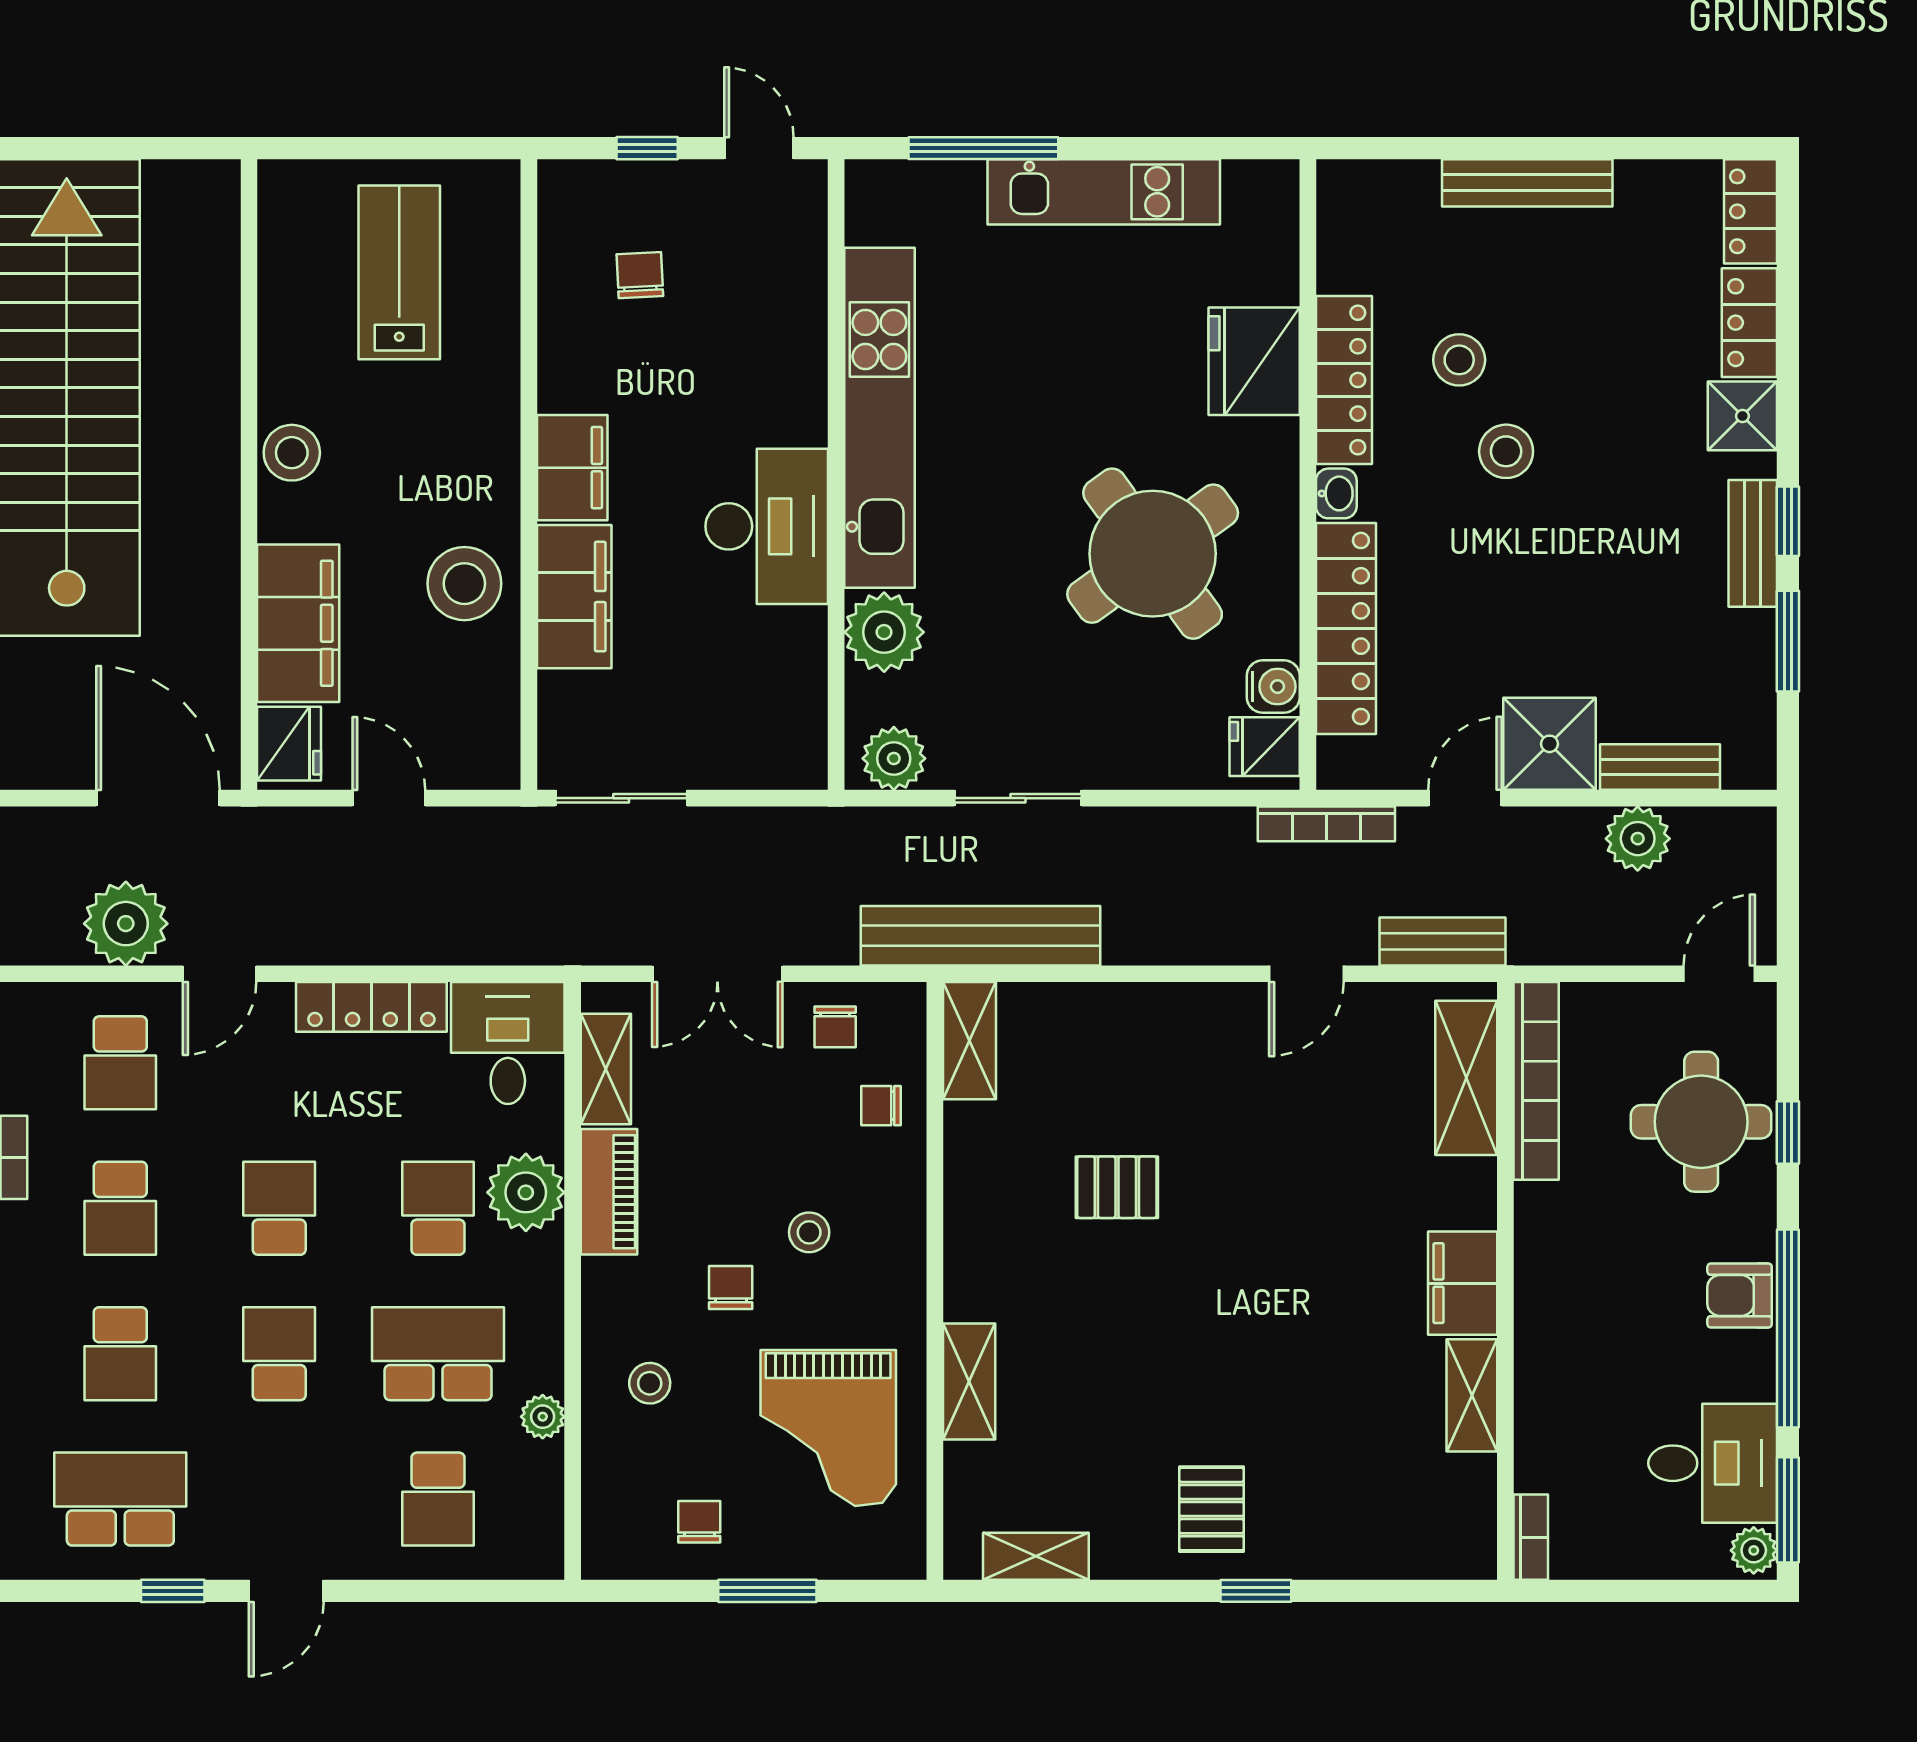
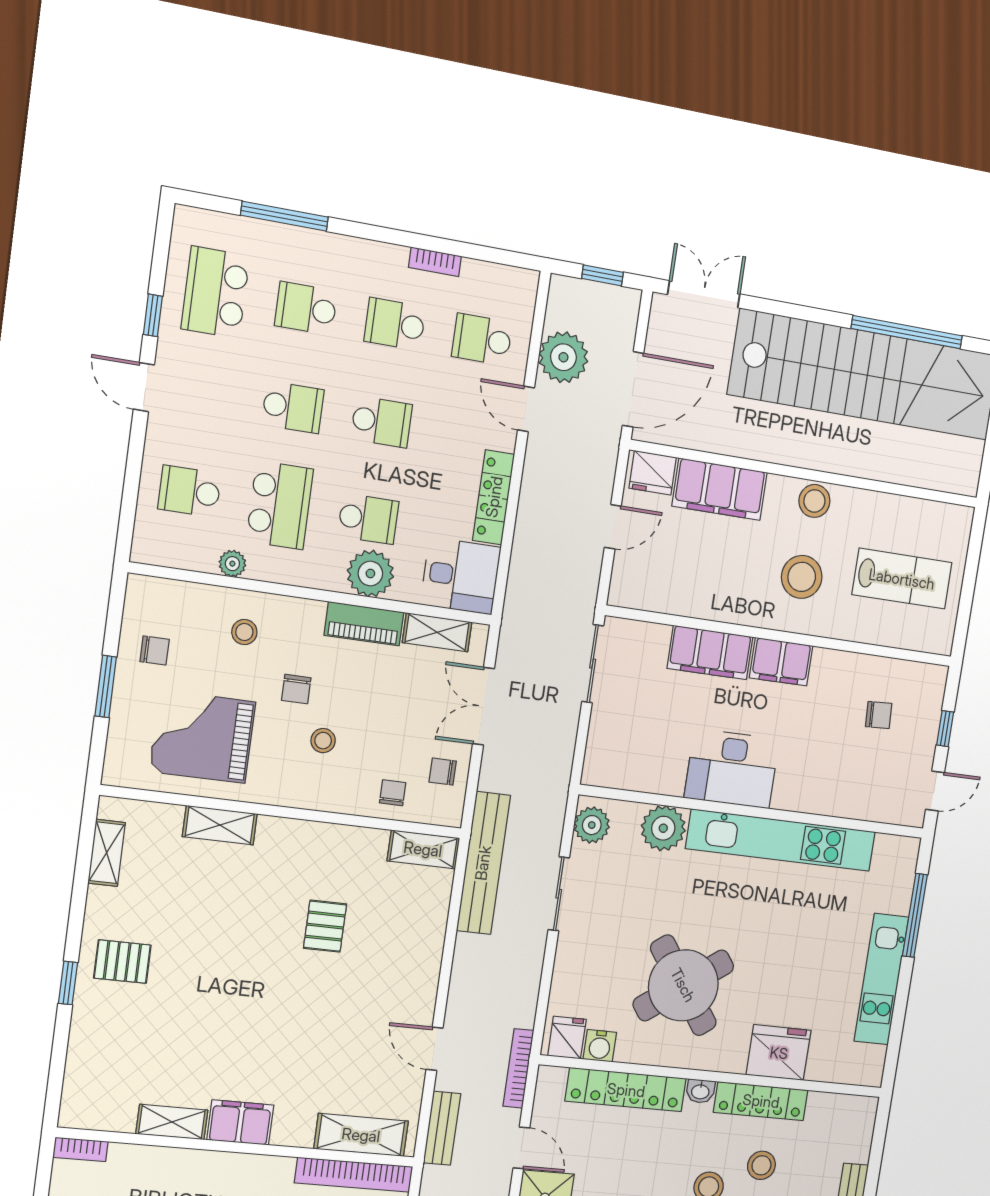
stool: (464, 584) -> (802, 577), moved
chair: (731, 1287) -> (296, 689), turned 90
school desk: (120, 1499) -> (215, 292), turned 180

